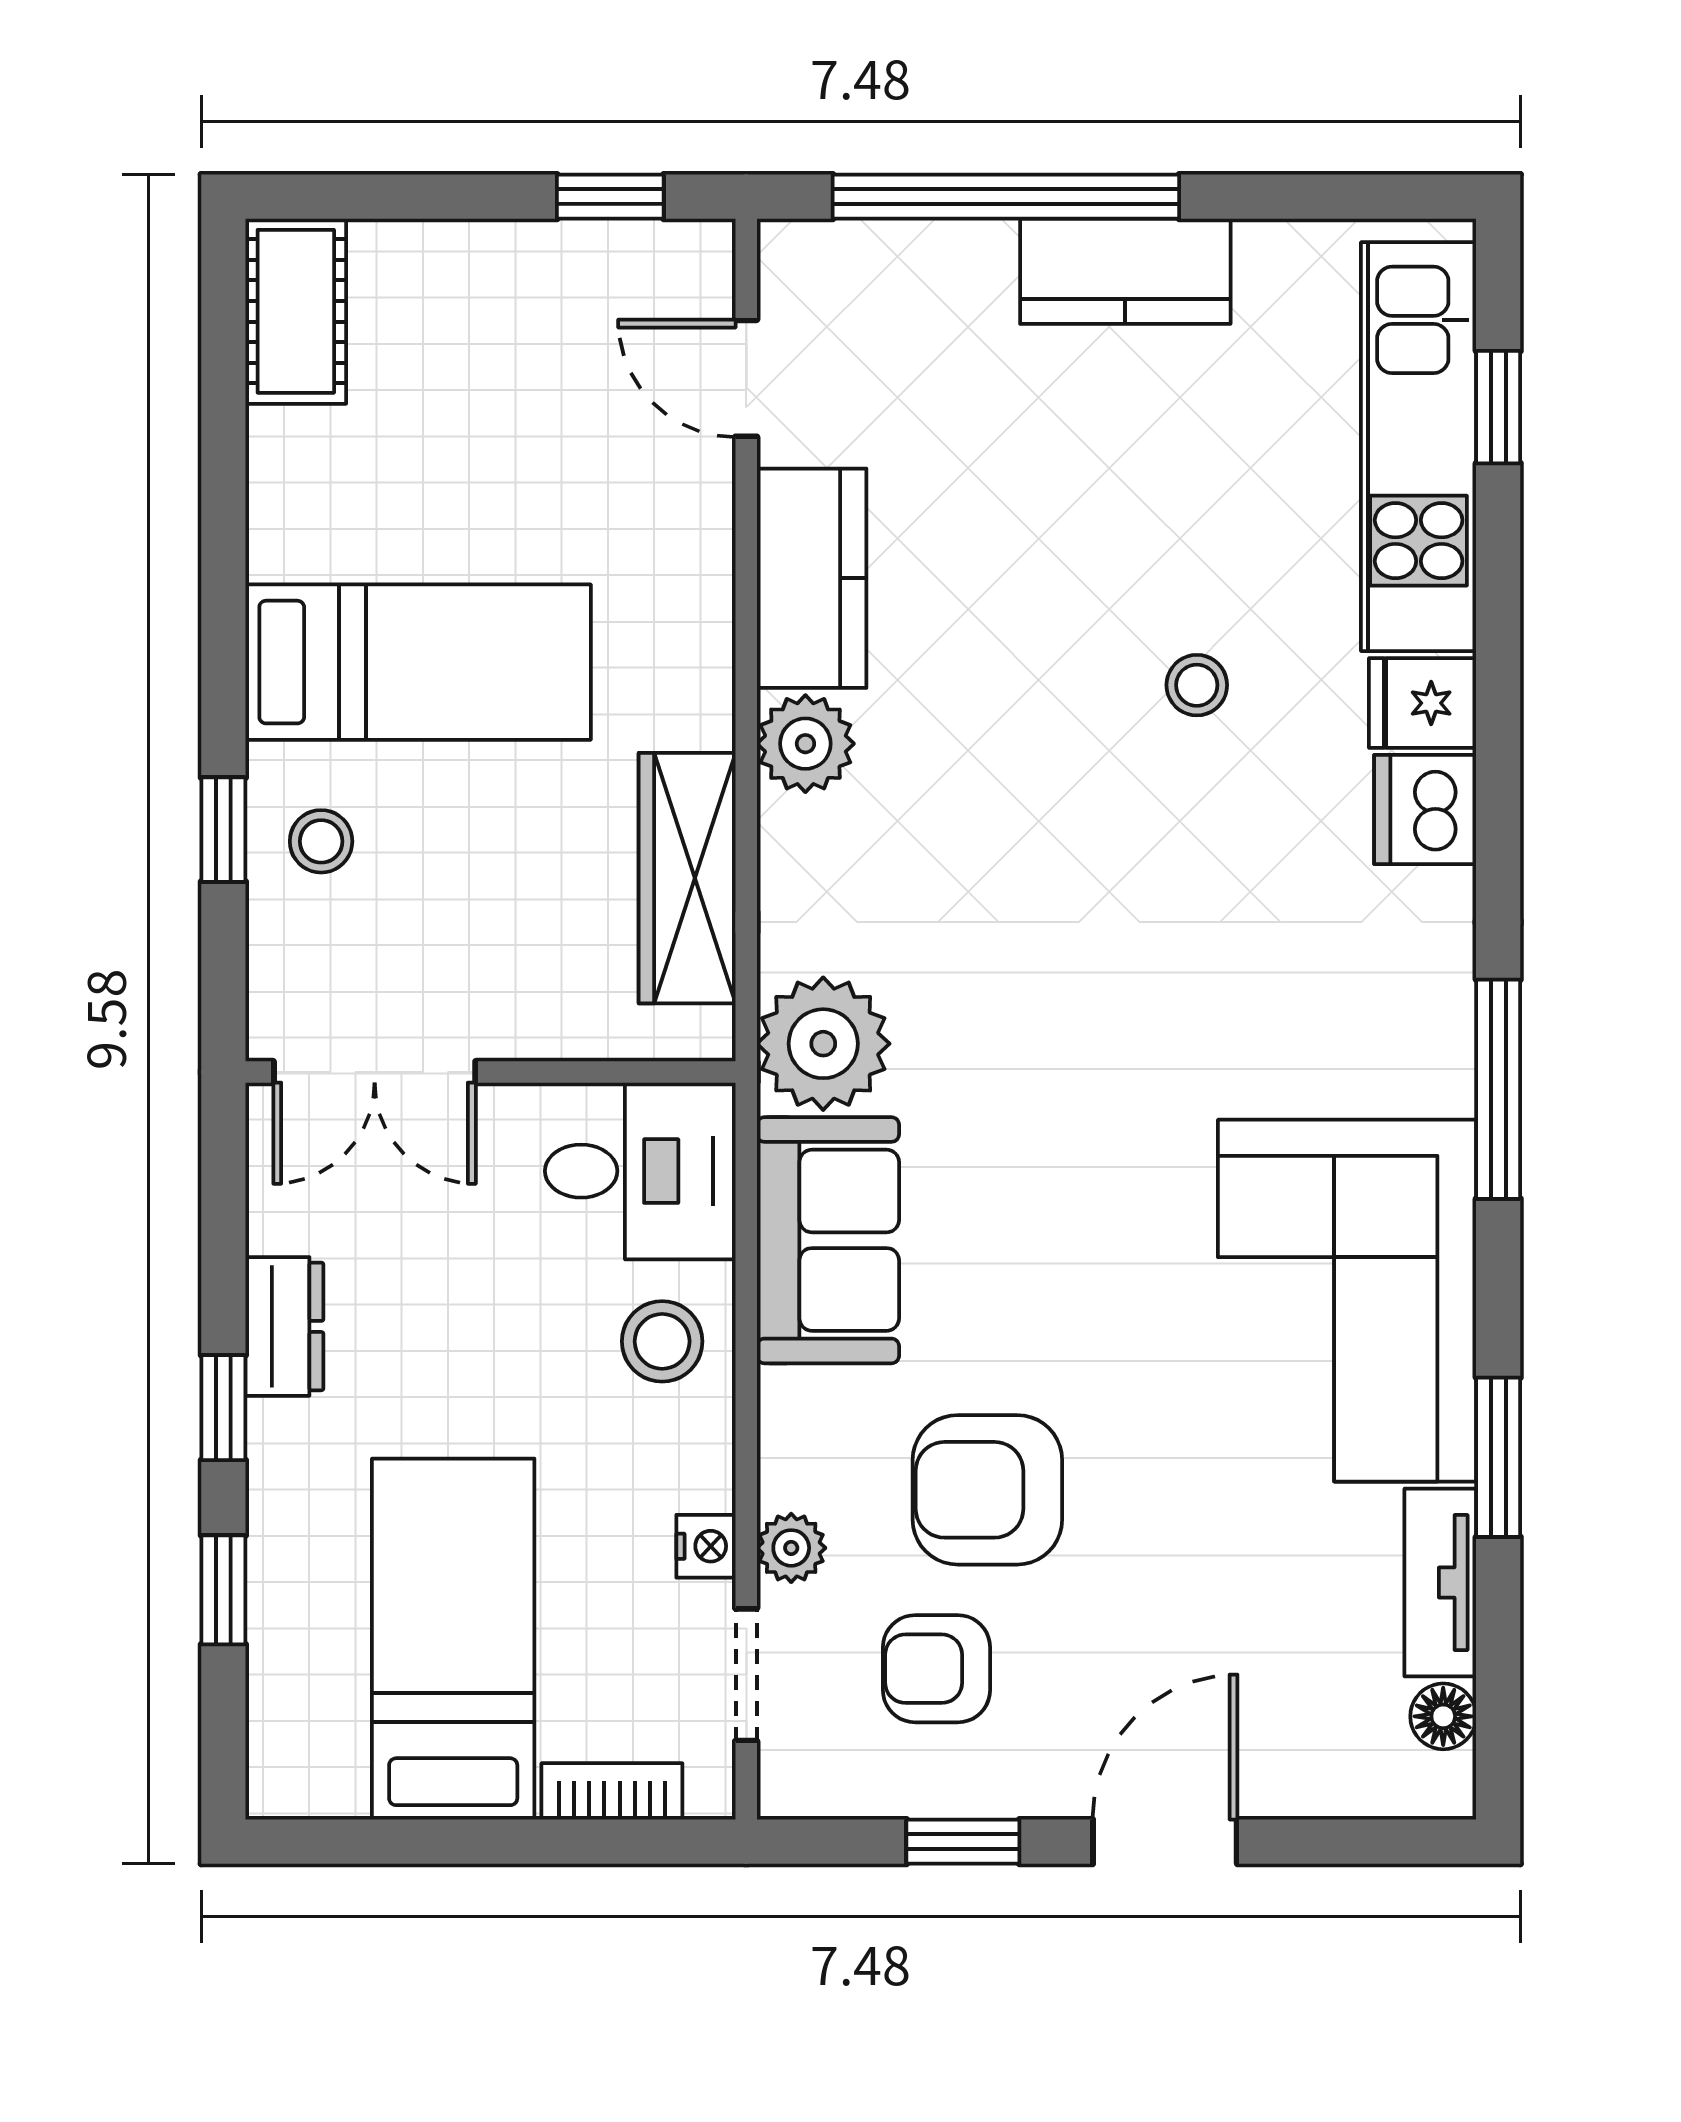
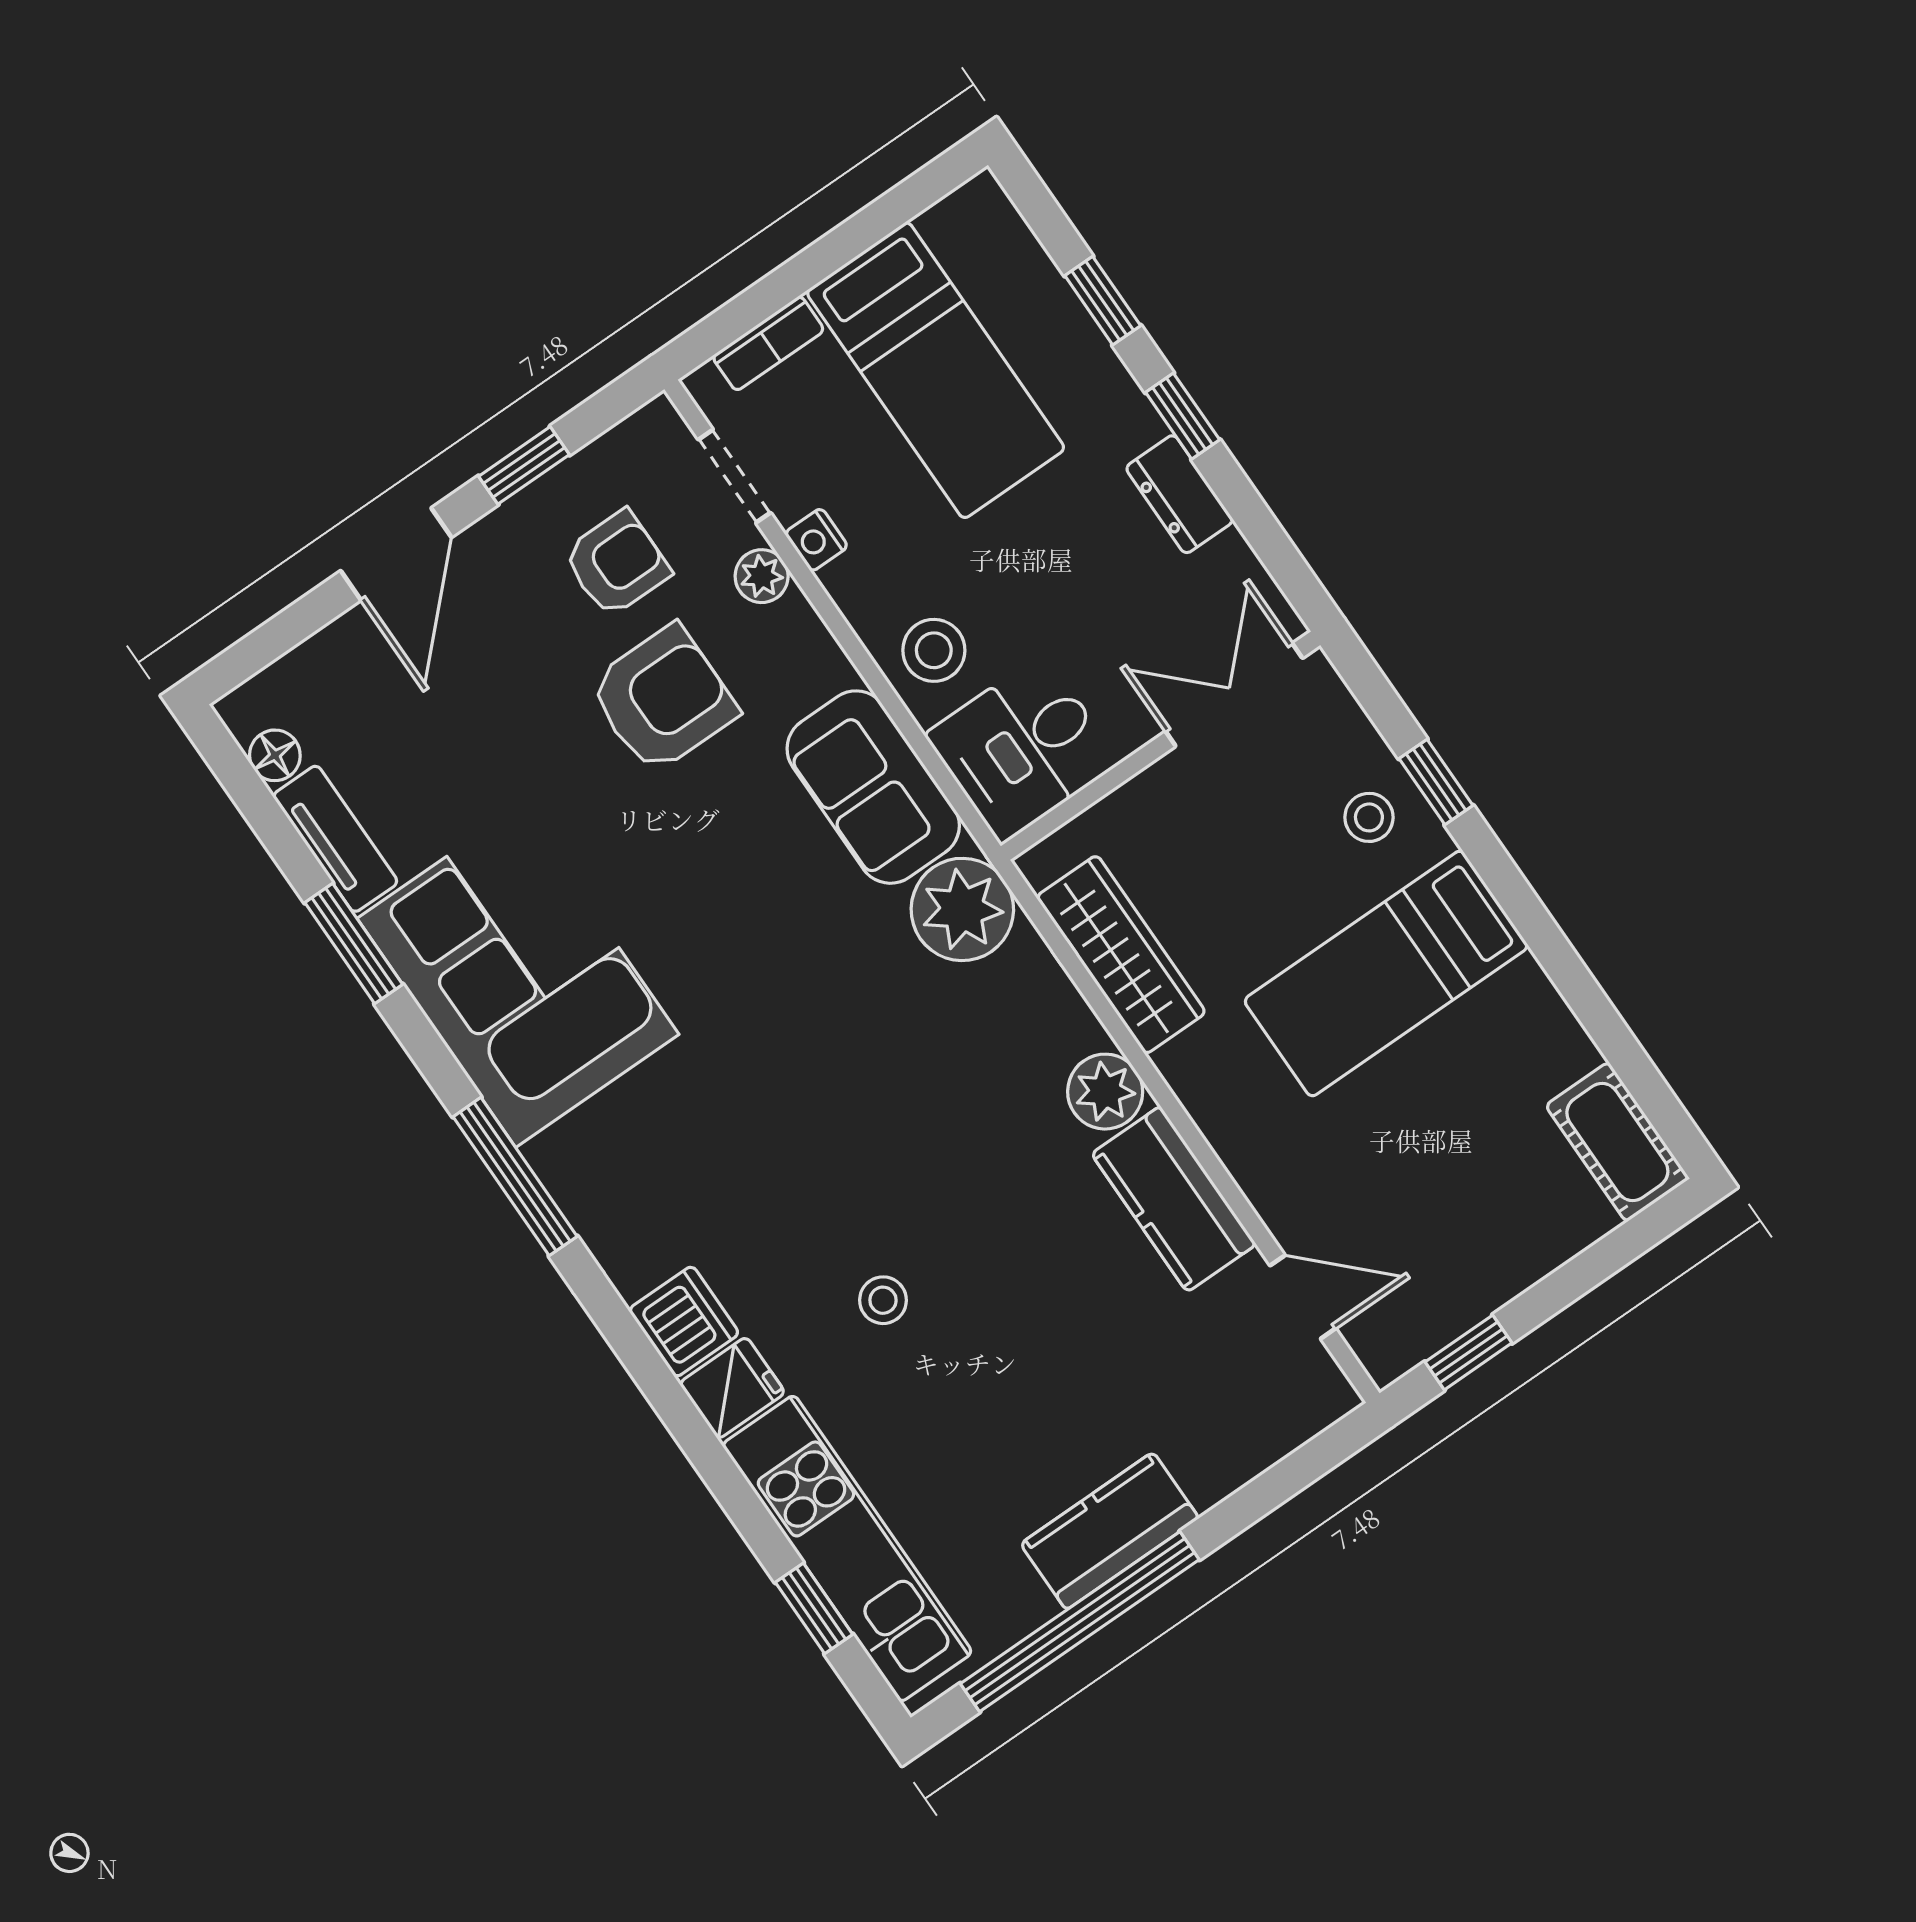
window: (1006, 197) -> (1080, 1622), moved

